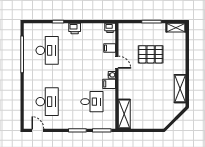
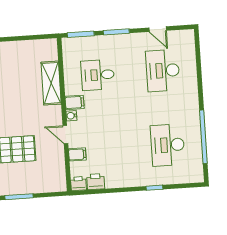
printer: (75, 28) -> (96, 182), moved
shelving: (124, 114) -> (51, 83), moved
door: (38, 130) -> (158, 29), moved

